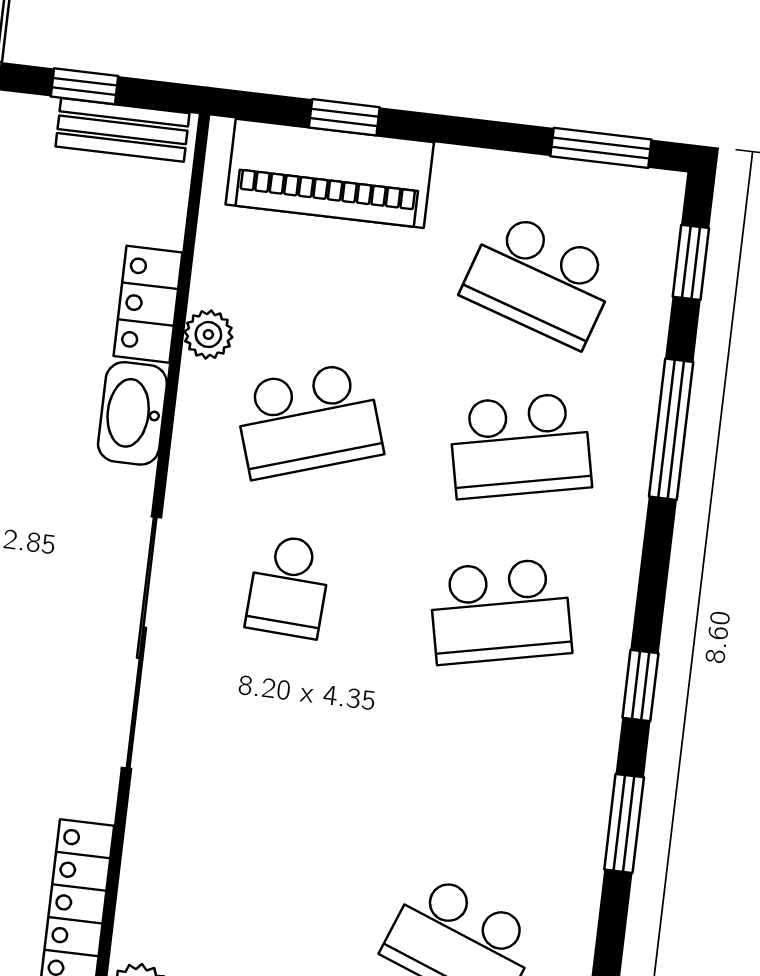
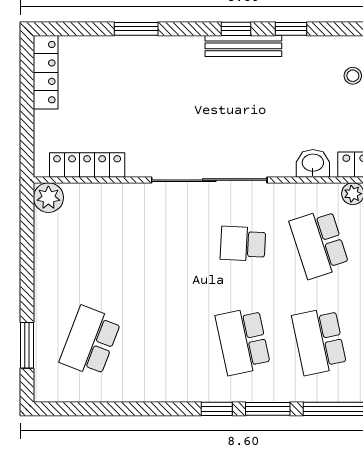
washbasin: (132, 413) -> (313, 163), width x0.72
window: (624, 823) -> (268, 409), moved

